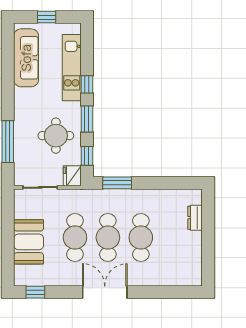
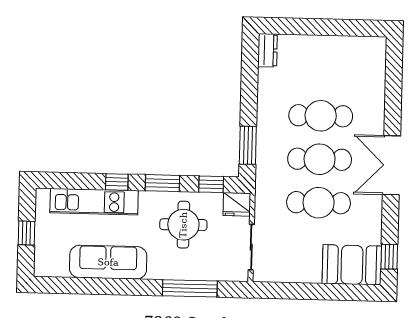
sofa: (26, 58) -> (108, 262), moved
dresser: (195, 218) -> (267, 50), moved, turned -90
booth: (29, 242) -> (352, 265), moved

